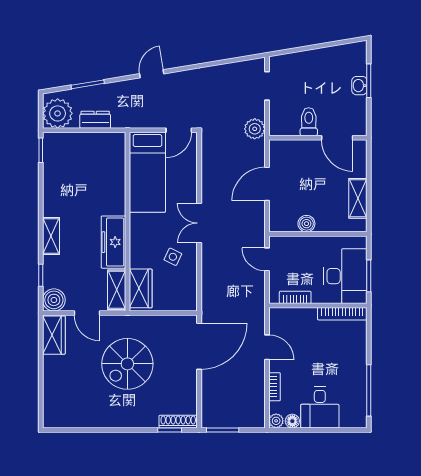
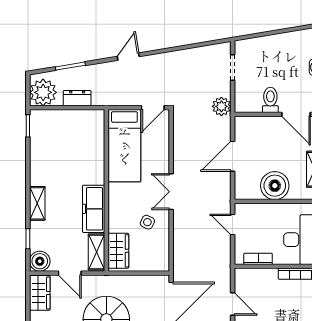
boiler: (306, 224) -> (275, 186), width x1.86, depth x1.86

